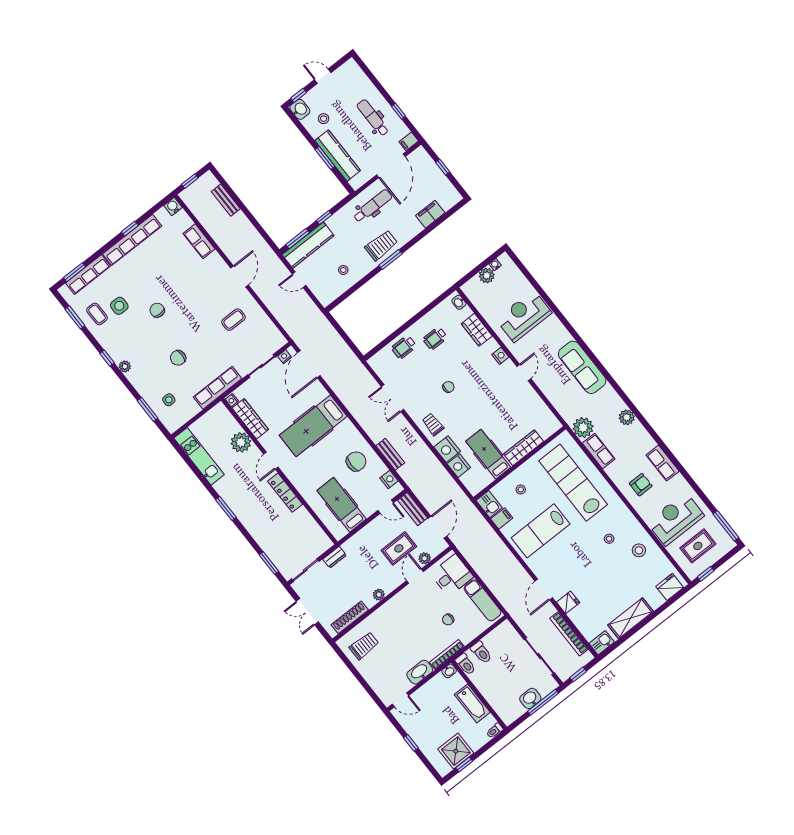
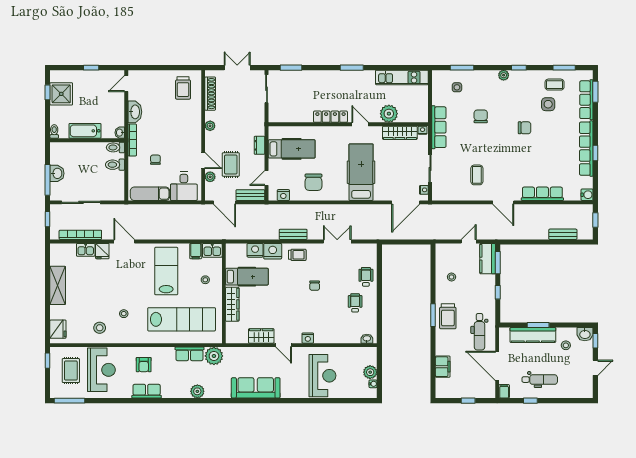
row of seats: (199, 241) -> (542, 194), width x1.48
kitchen counter: (308, 245) -> (488, 259), width x0.67
wardrobe: (477, 330) -> (261, 336), moved
door: (309, 364) -> (406, 202), swing flipped
bench: (390, 454) -> (293, 234), moved
dresser: (335, 557) -> (260, 145), moved
kitchen sink: (602, 643) -> (86, 250), moved, turned 90

